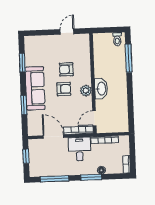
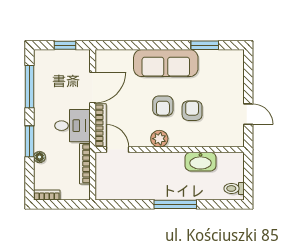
window: (129, 58) -> (175, 204), moved
washbasin: (101, 89) -> (200, 162), moved
window: (24, 105) -> (141, 45), removed

